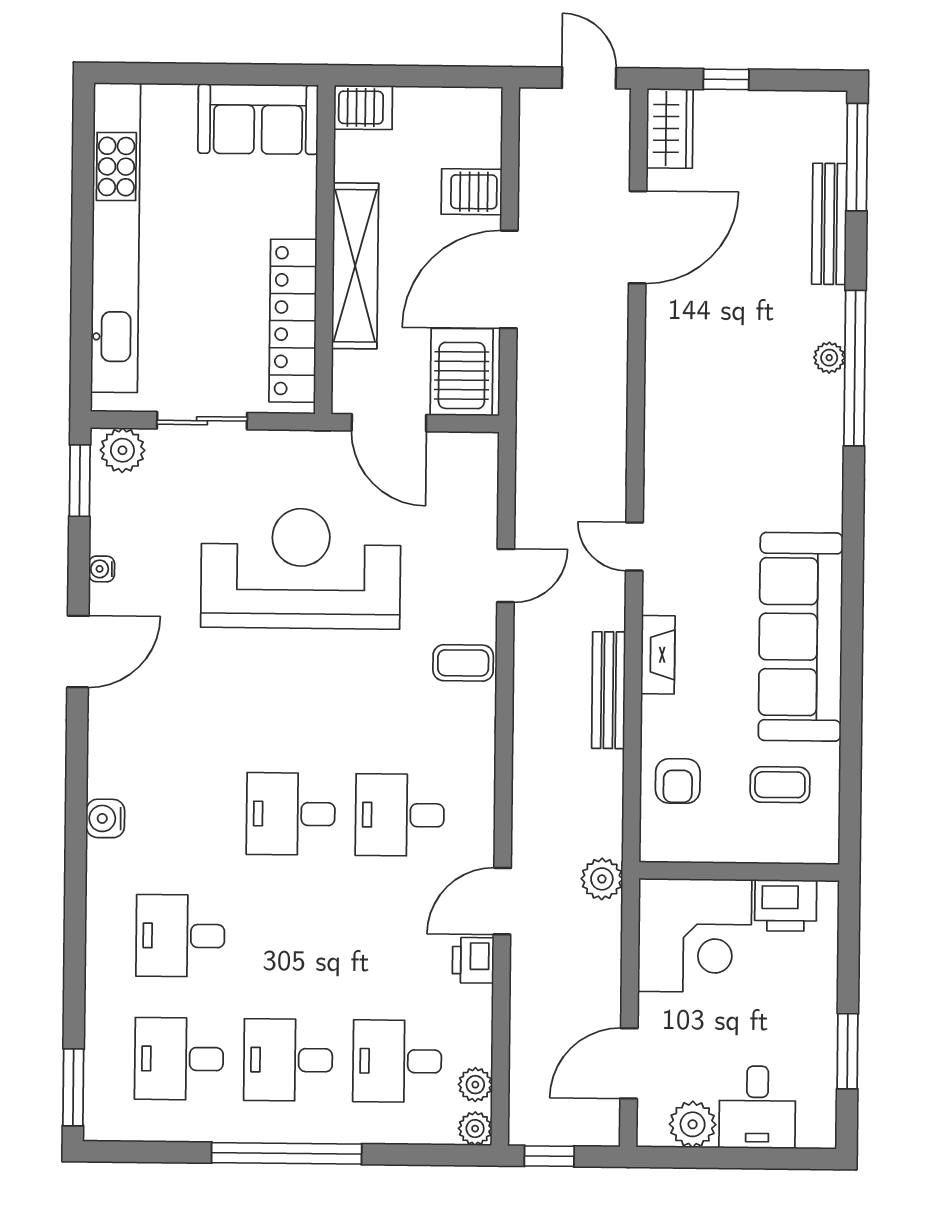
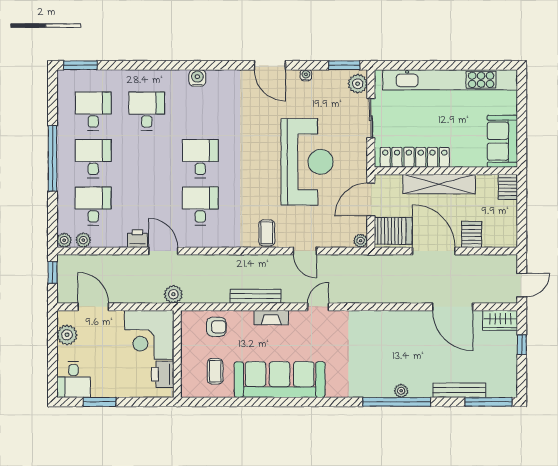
plant: (483, 447) -> (361, 241), added
armchair: (678, 781) -> (216, 327), turned 180
desk: (757, 1107) -> (73, 380), moved, turned -90

